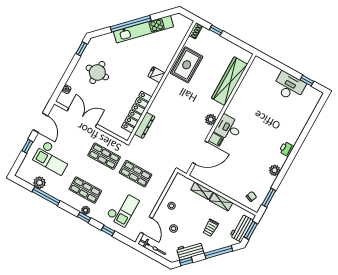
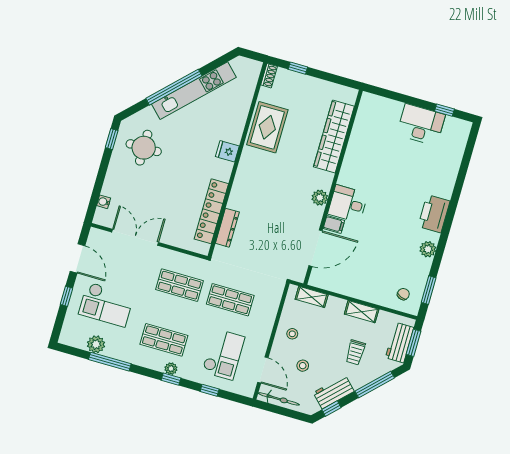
round table: (97, 72) -> (144, 148), moved
printer: (286, 149) -> (434, 214), width x1.87, depth x1.48
shelving: (202, 191) -> (312, 297), moved

